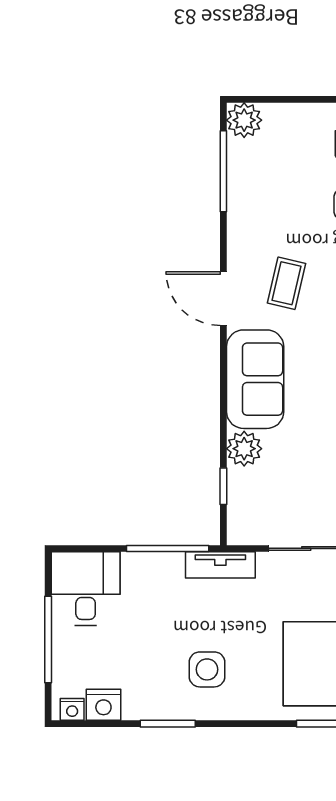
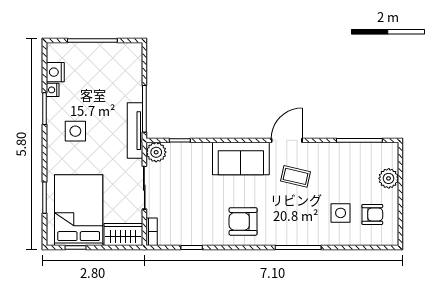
plant: (244, 120) -> (389, 178), moved
plant: (244, 449) -> (156, 152), moved
tv unit: (220, 565) -> (135, 131), width x1.41
desk: (86, 589) -> (121, 62), removed
nightstand: (72, 709) -> (53, 90), moved

